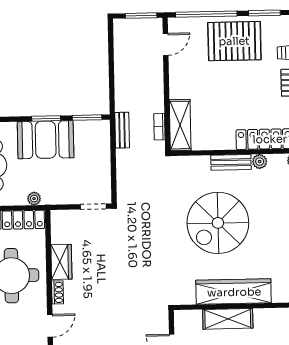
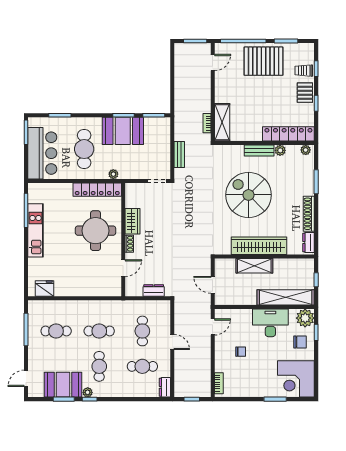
bench: (122, 130) -> (179, 154), moved
spiral stairs: (218, 223) -> (249, 195), turned 90

